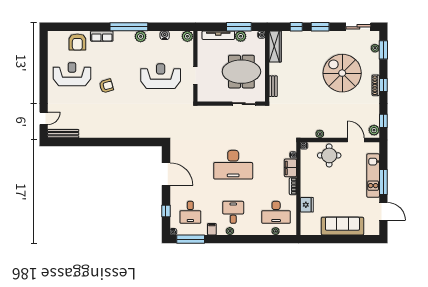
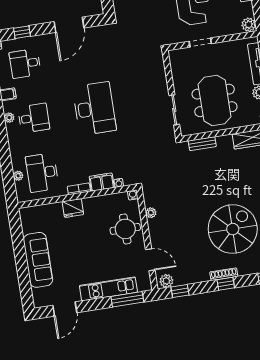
door: (356, 140) -> (150, 260), hinge flipped
desk: (233, 165) -> (94, 109), turned 180
window: (383, 182) -> (127, 299), moved
fridge: (307, 205) -> (73, 208), moved

